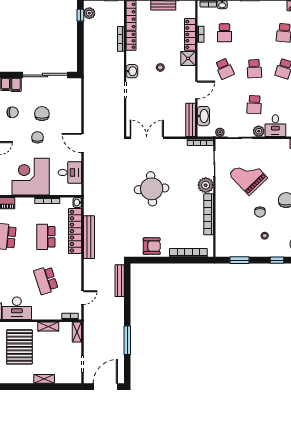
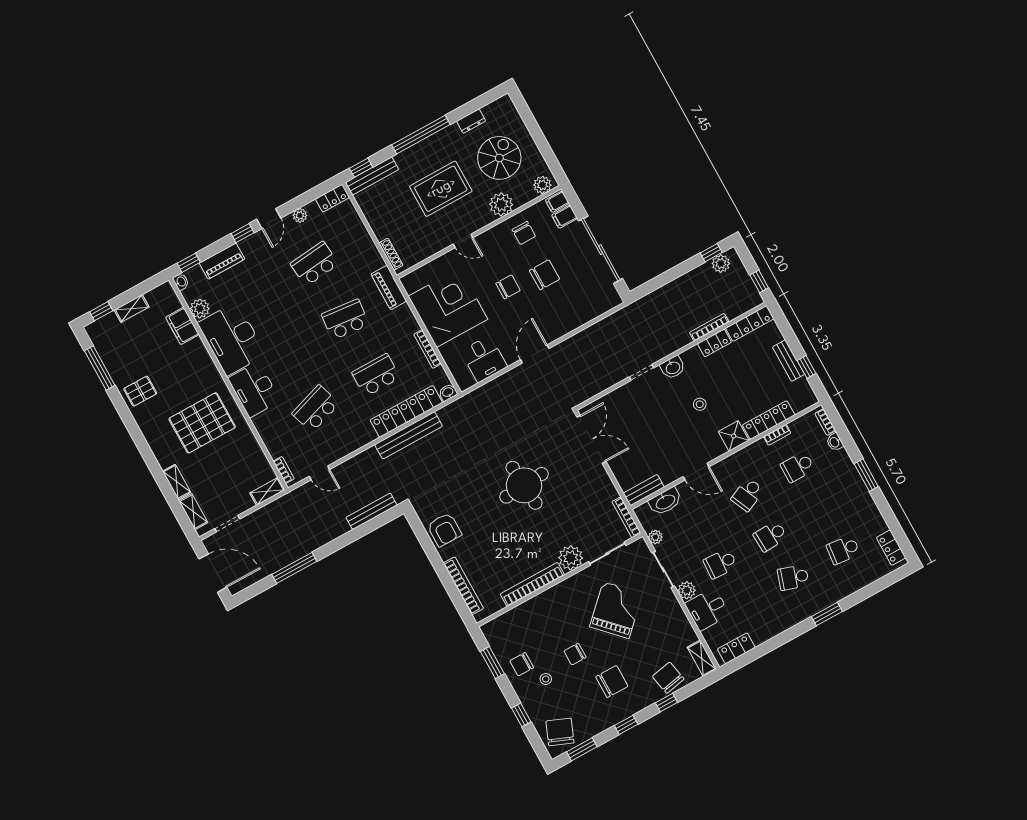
bench: (191, 120) -> (644, 490), width x0.73
chair: (249, 244) -> (522, 664), added
shelving: (48, 326) -> (193, 512), moved

